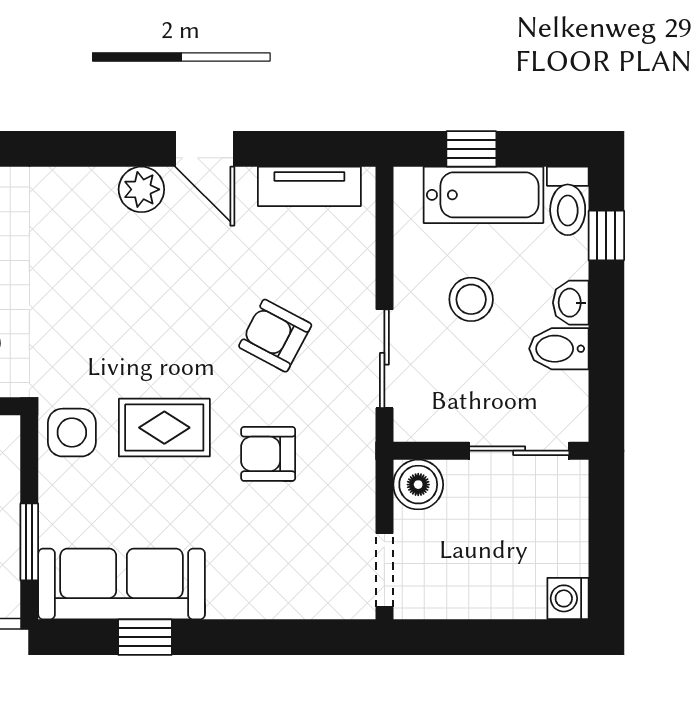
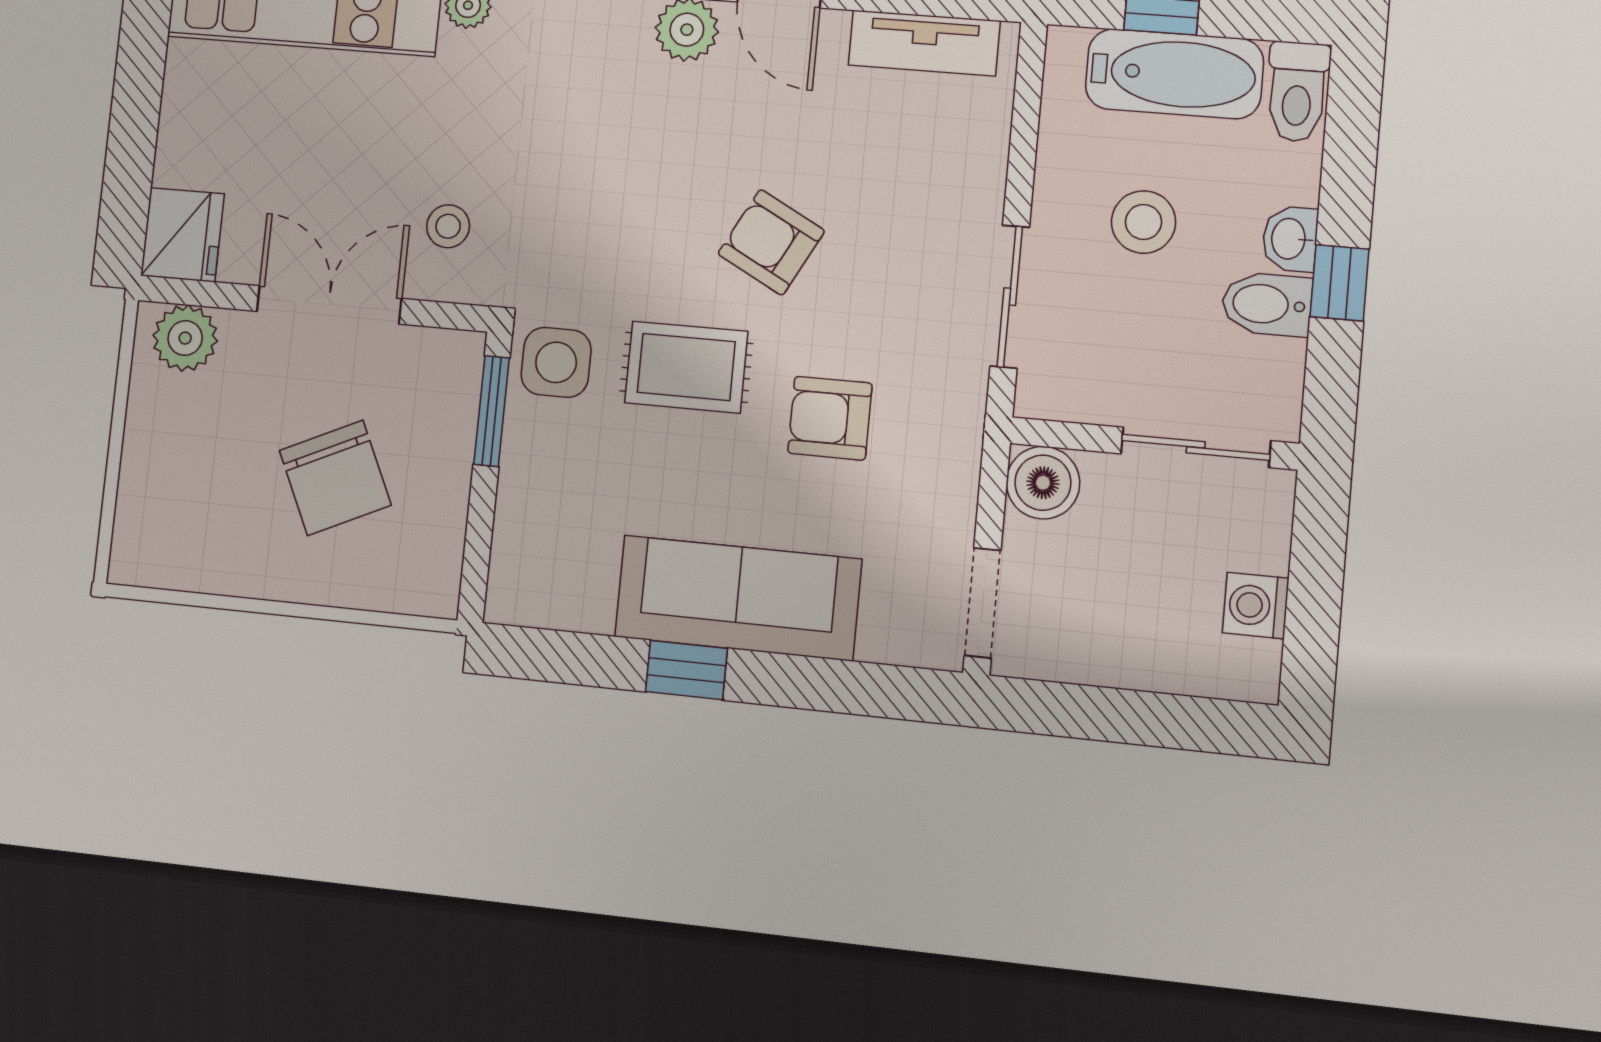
window: (606, 235) -> (1340, 283), moved
armchair: (275, 336) -> (771, 242), moved
window: (29, 542) -> (492, 411), moved
sofa: (122, 584) -> (738, 598), moved
washing machine: (568, 598) -> (1256, 606), moved
window: (145, 637) -> (686, 670), moved

